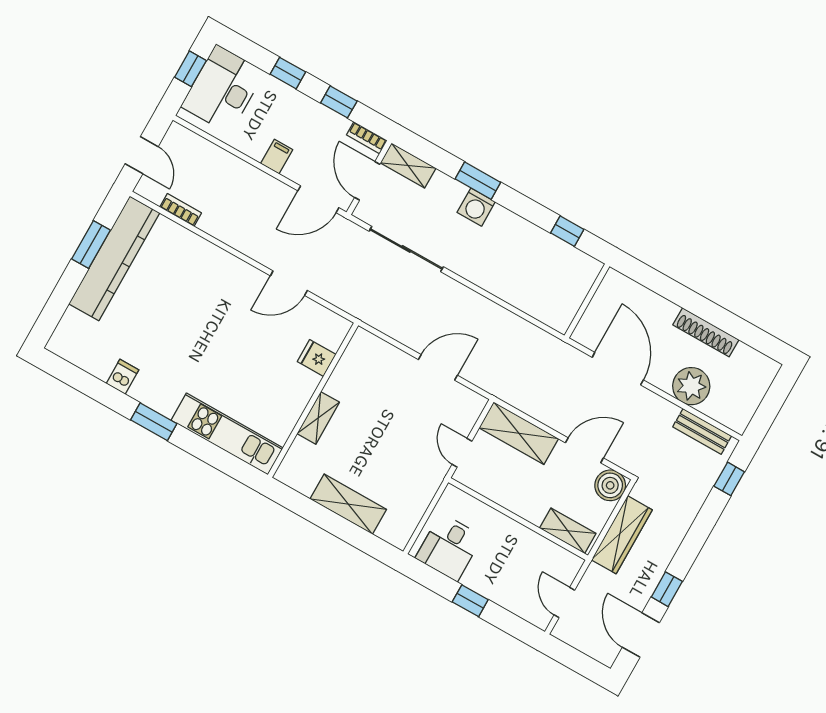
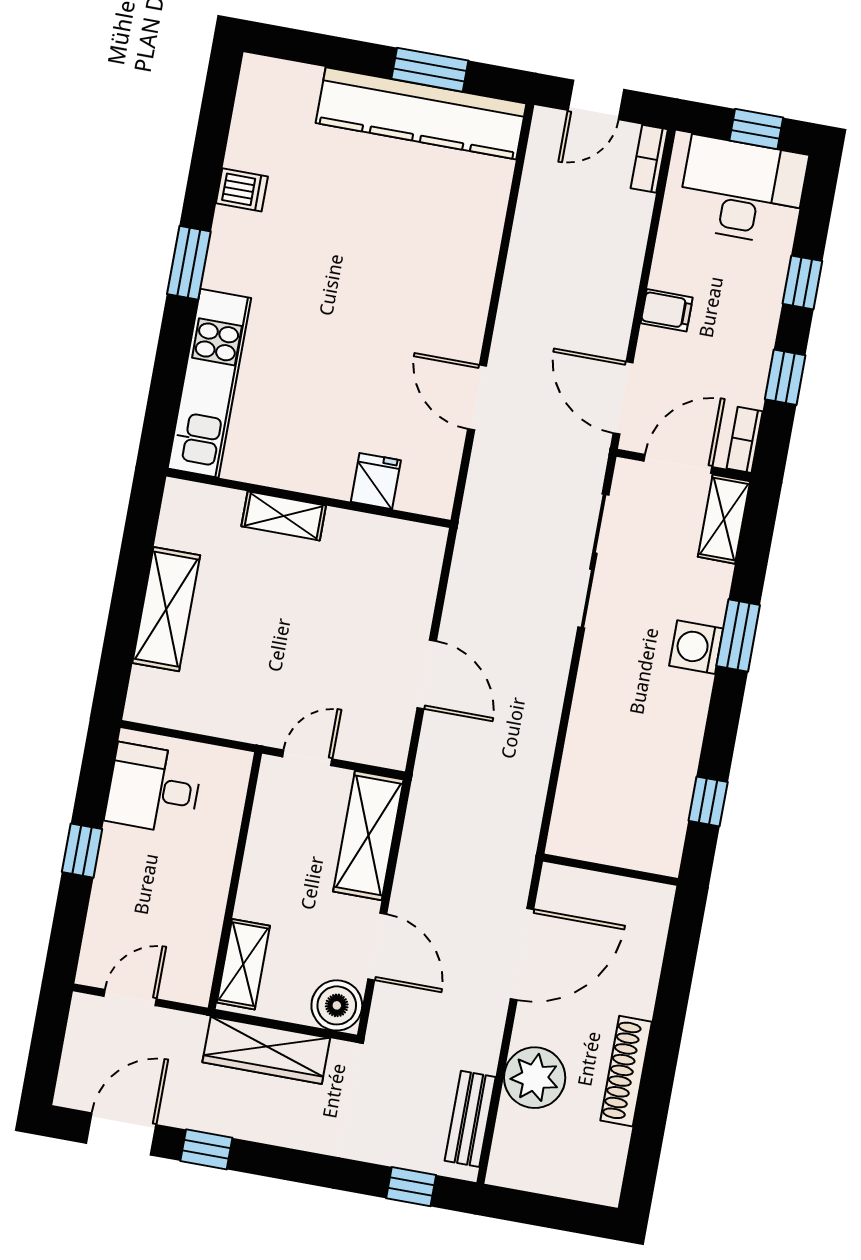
bookcase: (181, 210) -> (649, 159), moved, turned 180

